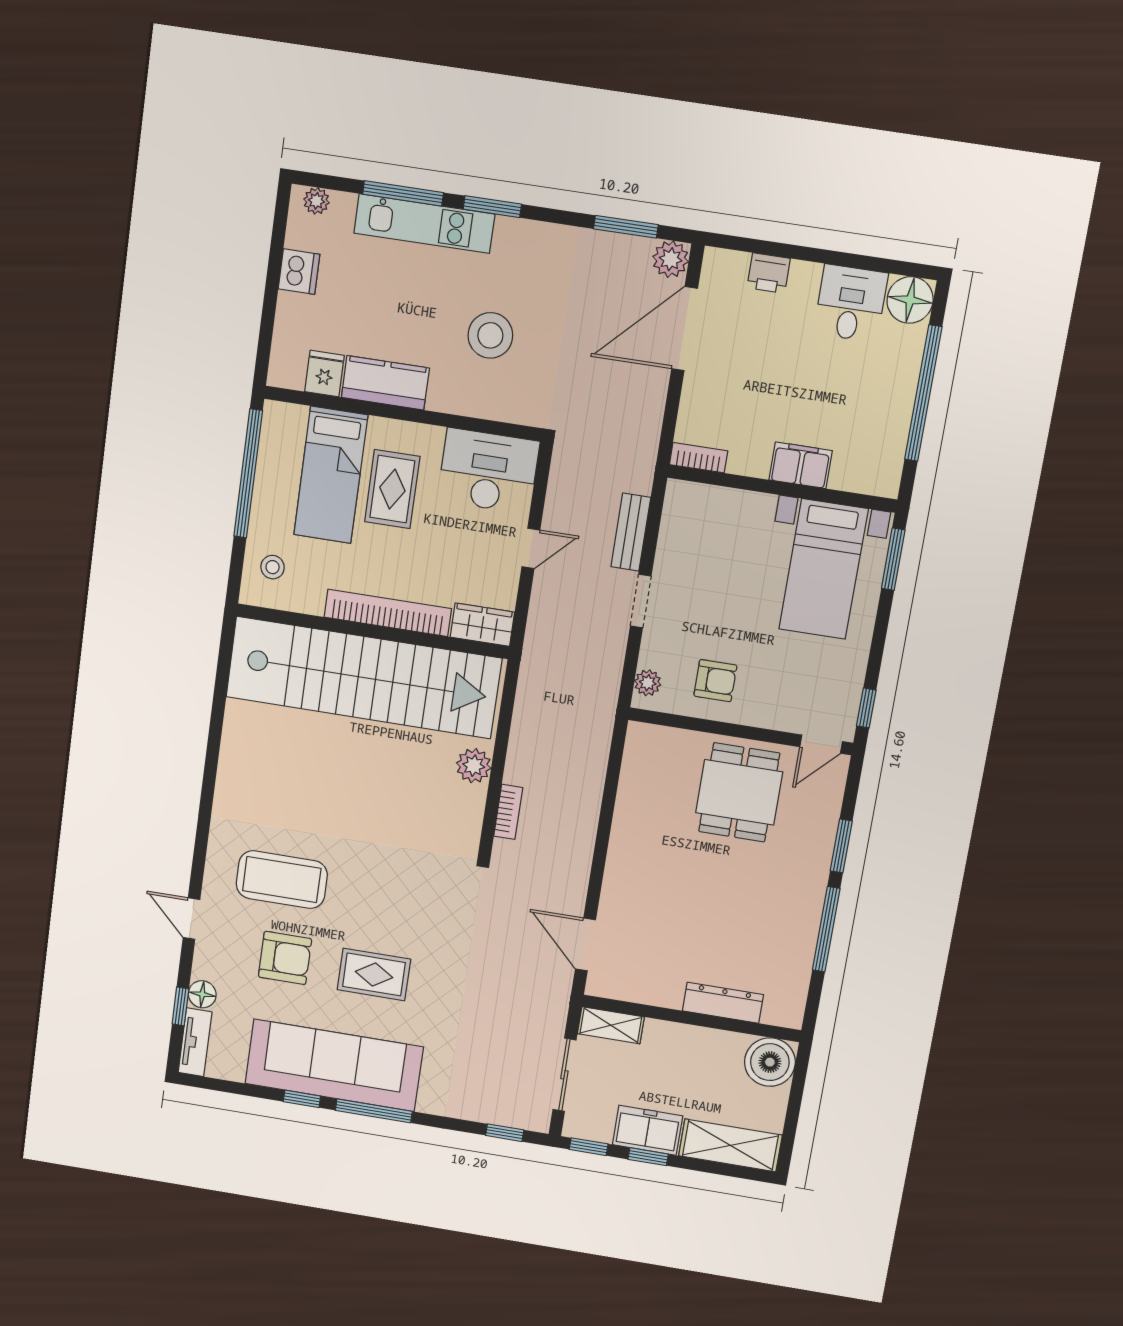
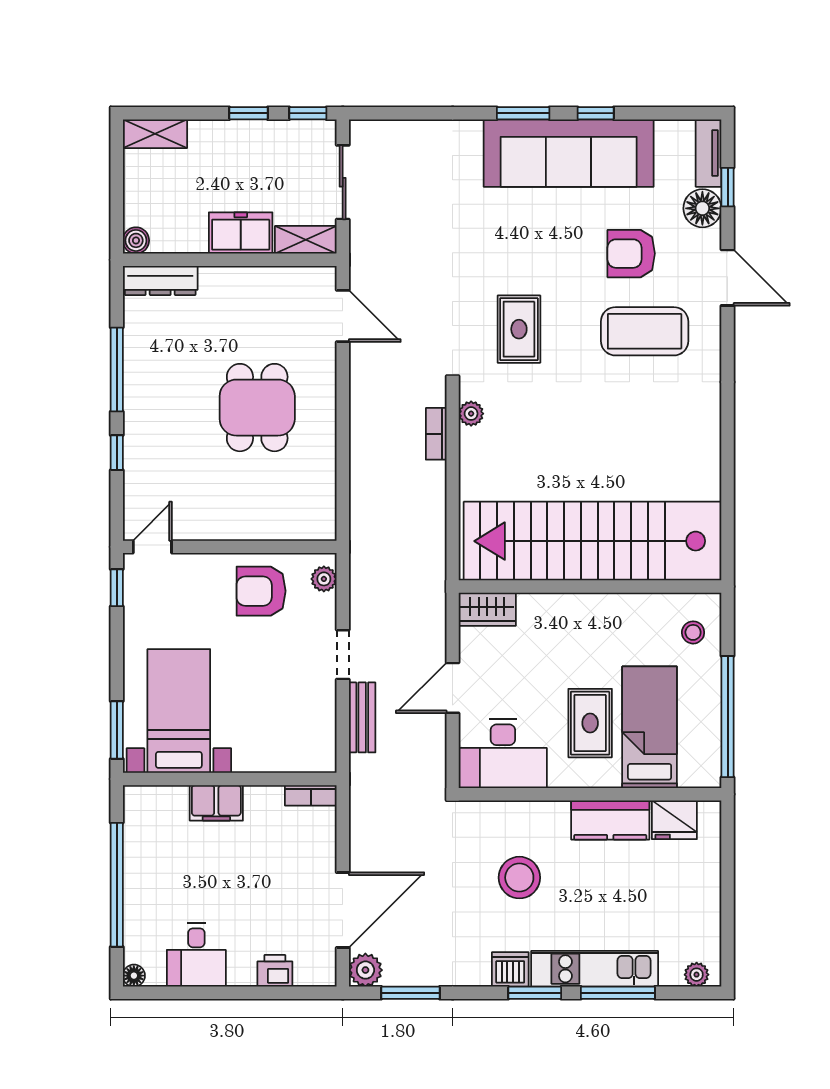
dishwasher: (299, 272) -> (510, 969), moved, turned 90
floor lamp: (910, 300) -> (134, 976), width x0.53, depth x0.53
fridge: (324, 374) -> (674, 820), width x1.38
door: (531, 548) -> (453, 688), width x1.37
bookcase: (388, 613) -> (578, 606), removed
armchair: (715, 681) -> (261, 591), width x1.38, depth x1.38
plant: (474, 766) -> (471, 414), moved, width x0.73, depth x0.73
dining table: (739, 792) -> (257, 408), moved
window: (841, 846) -> (117, 453), width x0.67
door: (192, 919) -> (728, 278), width x1.38
rug: (374, 974) -> (519, 329), moved, turned 90
floor lamp: (202, 994) -> (702, 208), width x1.38, depth x1.38
dresser: (723, 1003) -> (160, 281), moved
boiler: (770, 1062) -> (136, 240), width x0.54, depth x0.54
window: (374, 1111) -> (523, 113), width x0.69
freezer: (648, 1130) -> (241, 233), moved, turned 180
window: (505, 1133) -> (392, 113), removed
shelving: (730, 1145) -> (155, 134), width x0.67, depth x0.75

